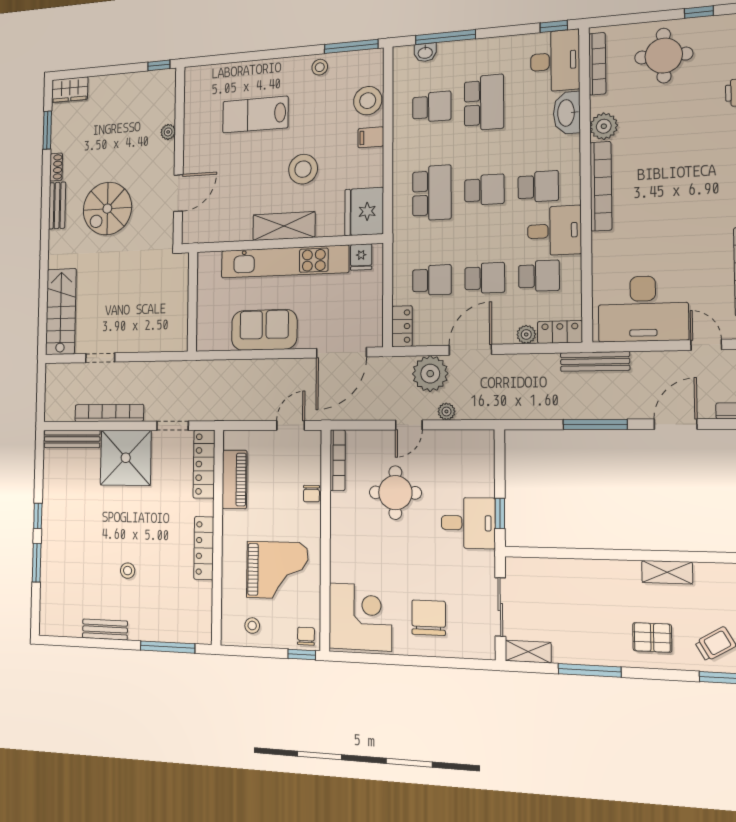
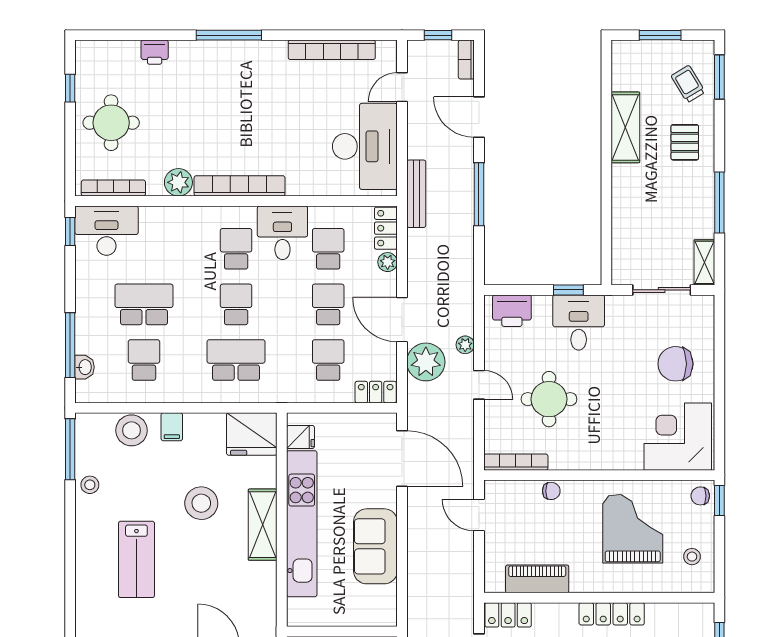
washbasin: (567, 113) -> (162, 219), removed
printer: (479, 457) -> (512, 311), added
locker: (204, 464) -> (508, 615), width x0.66
shelving: (667, 572) -> (625, 127), width x1.50, depth x1.33

